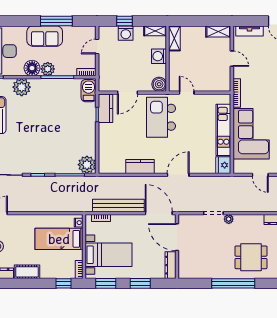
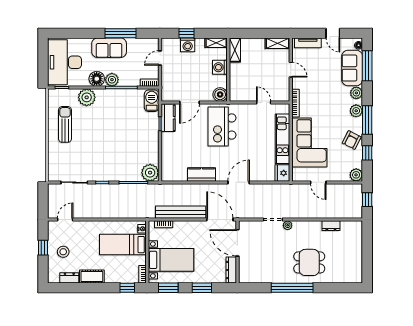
door: (187, 93) -> (264, 103), moved

